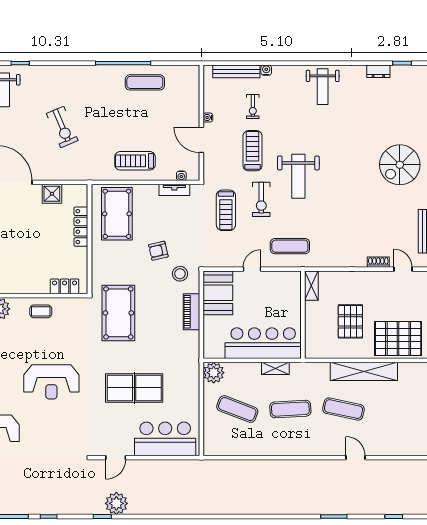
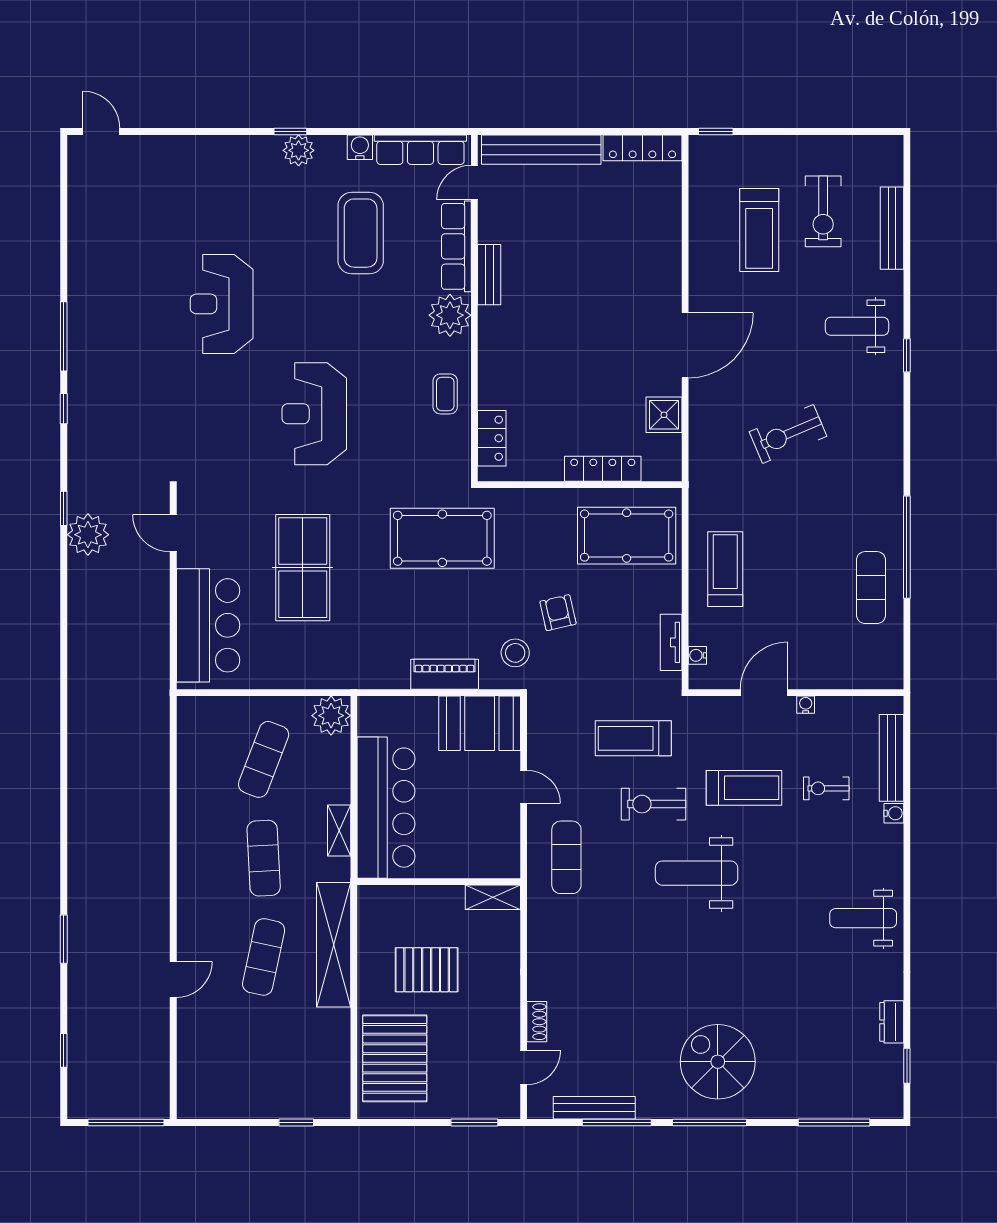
shelving: (364, 371) -> (334, 945), moved

